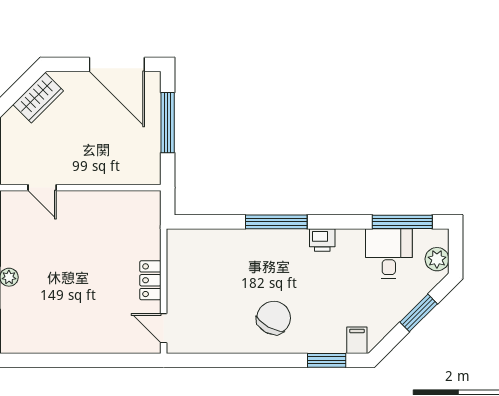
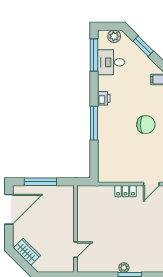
chair: (274, 318) -> (146, 125), turned 151

